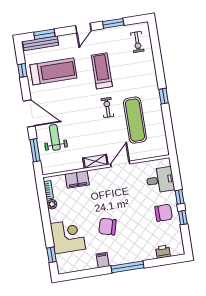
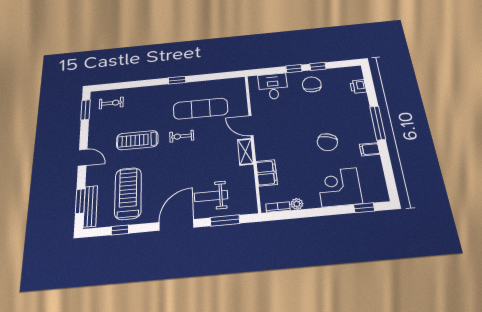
window: (113, 23) -> (85, 110), moved

